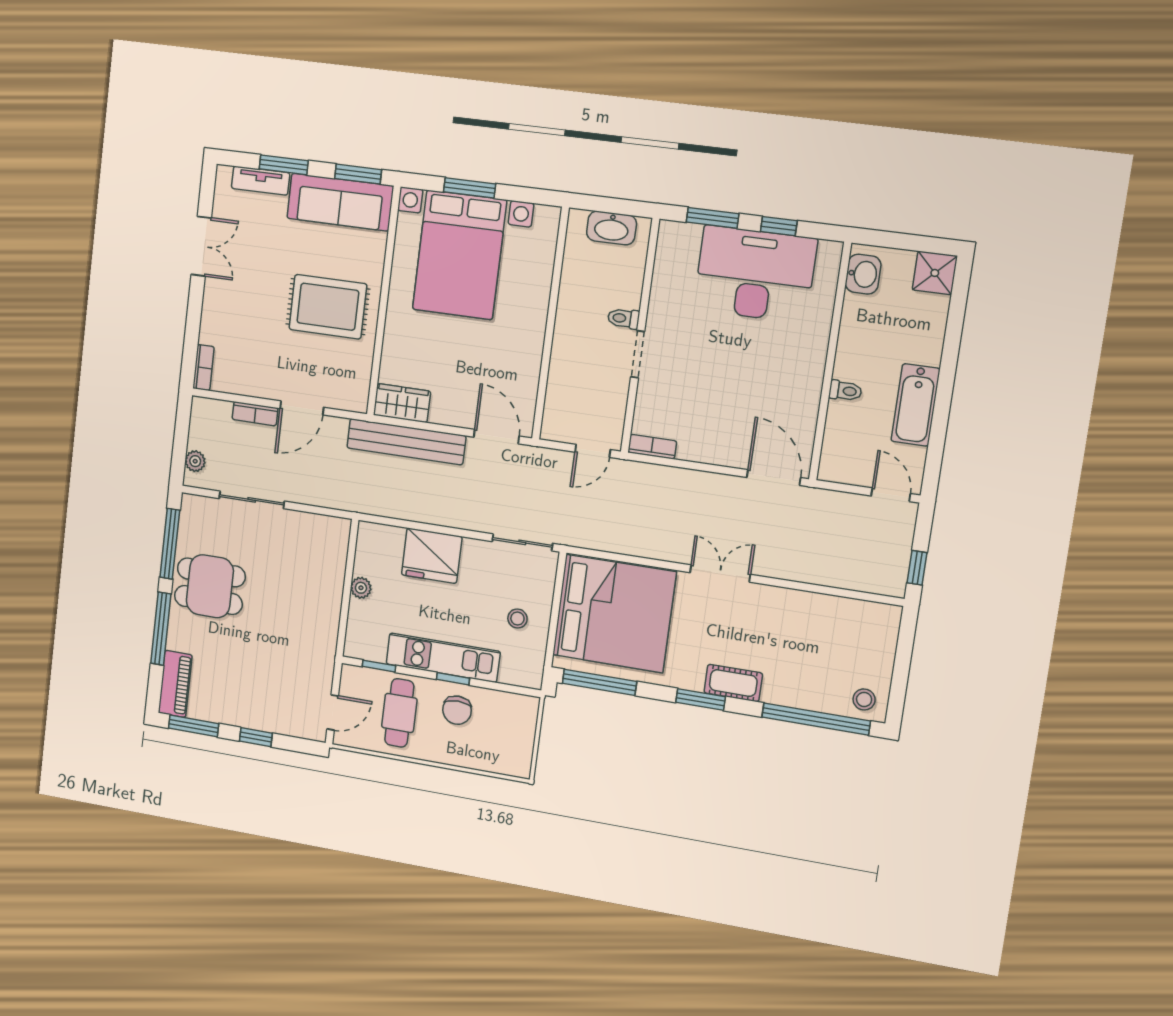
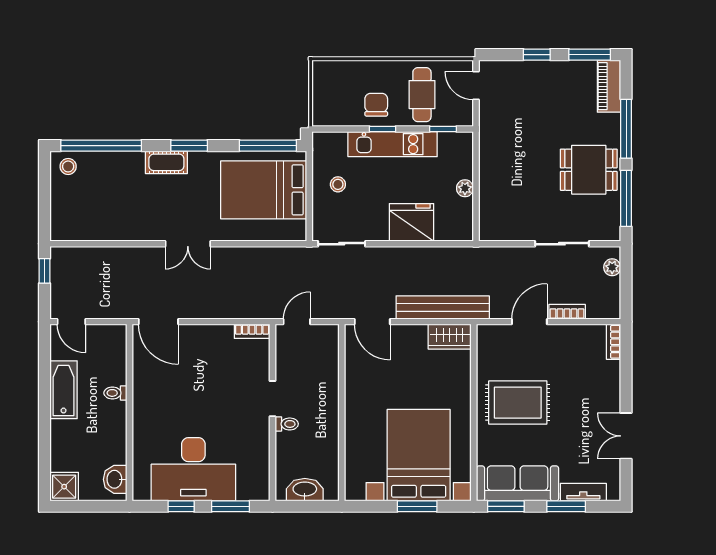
bed: (614, 614) -> (264, 190), width x0.73
door: (333, 712) -> (476, 86), hinge flipped

